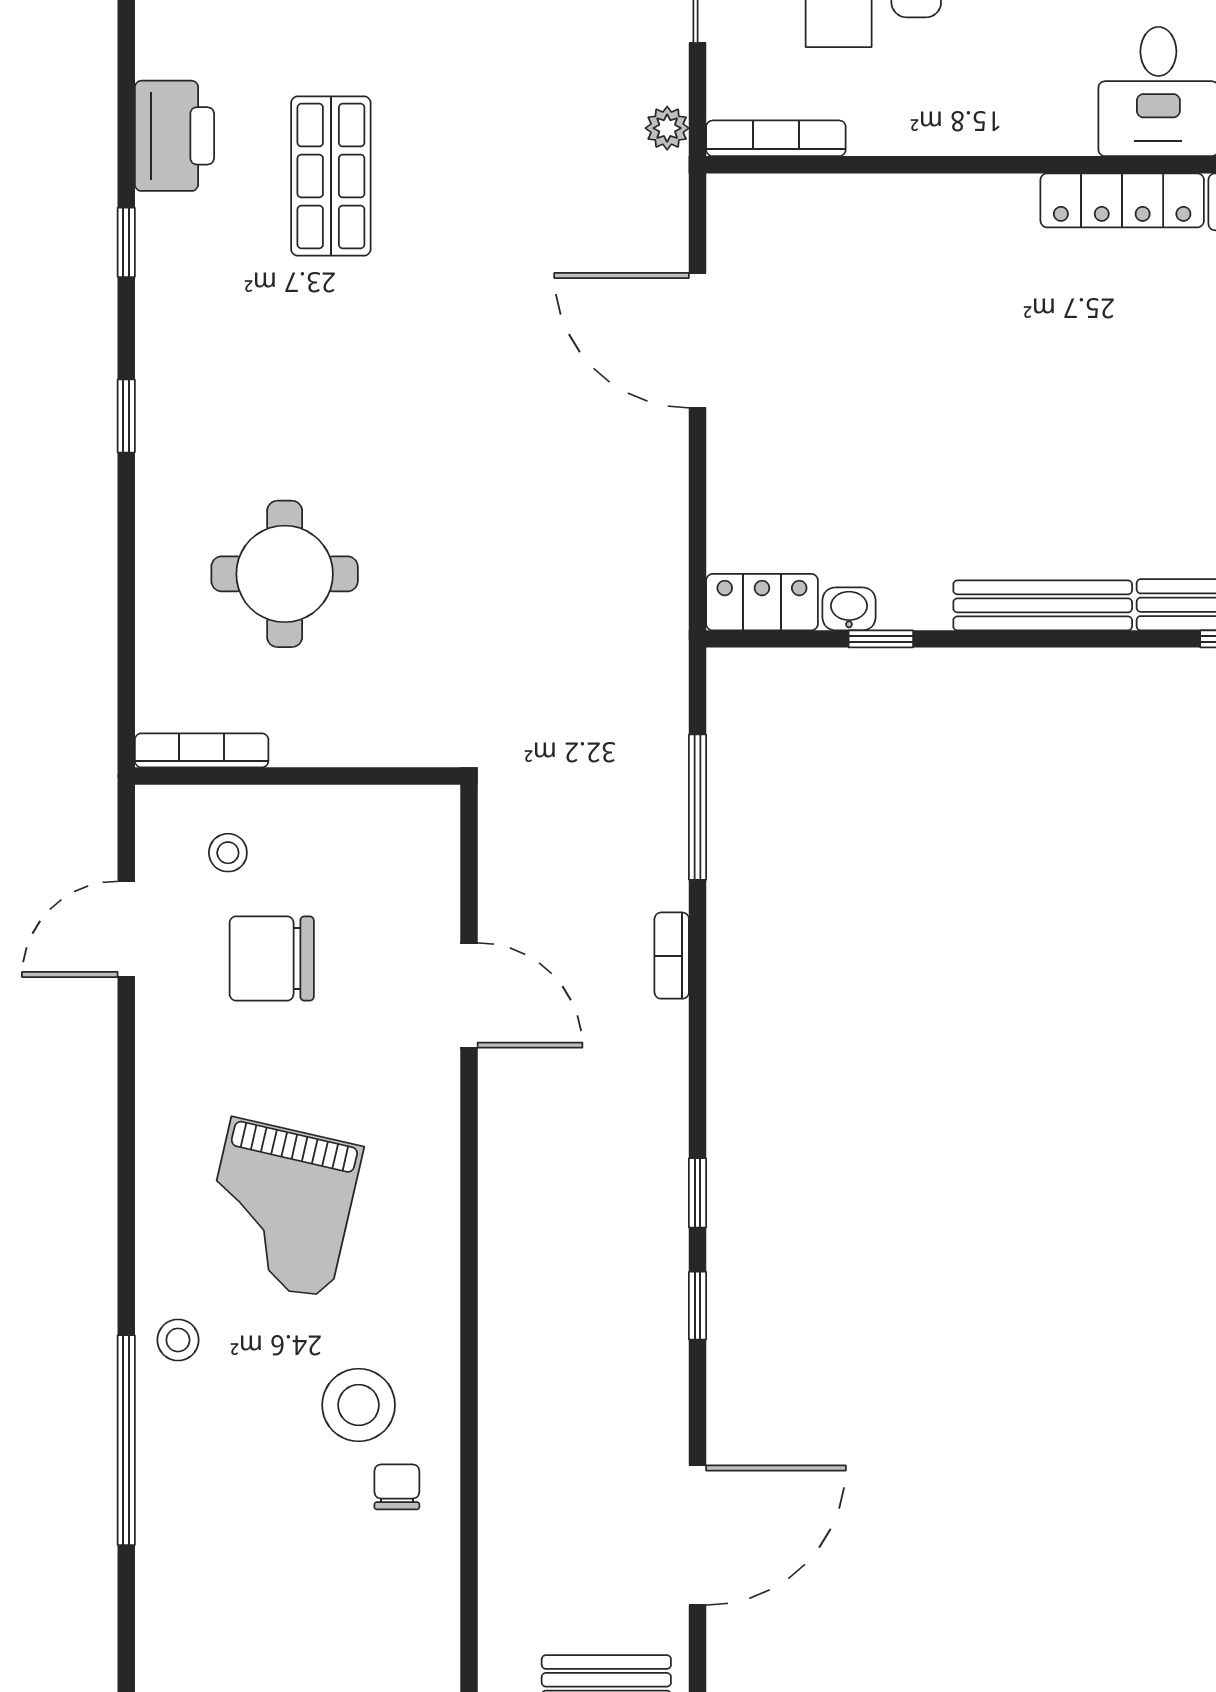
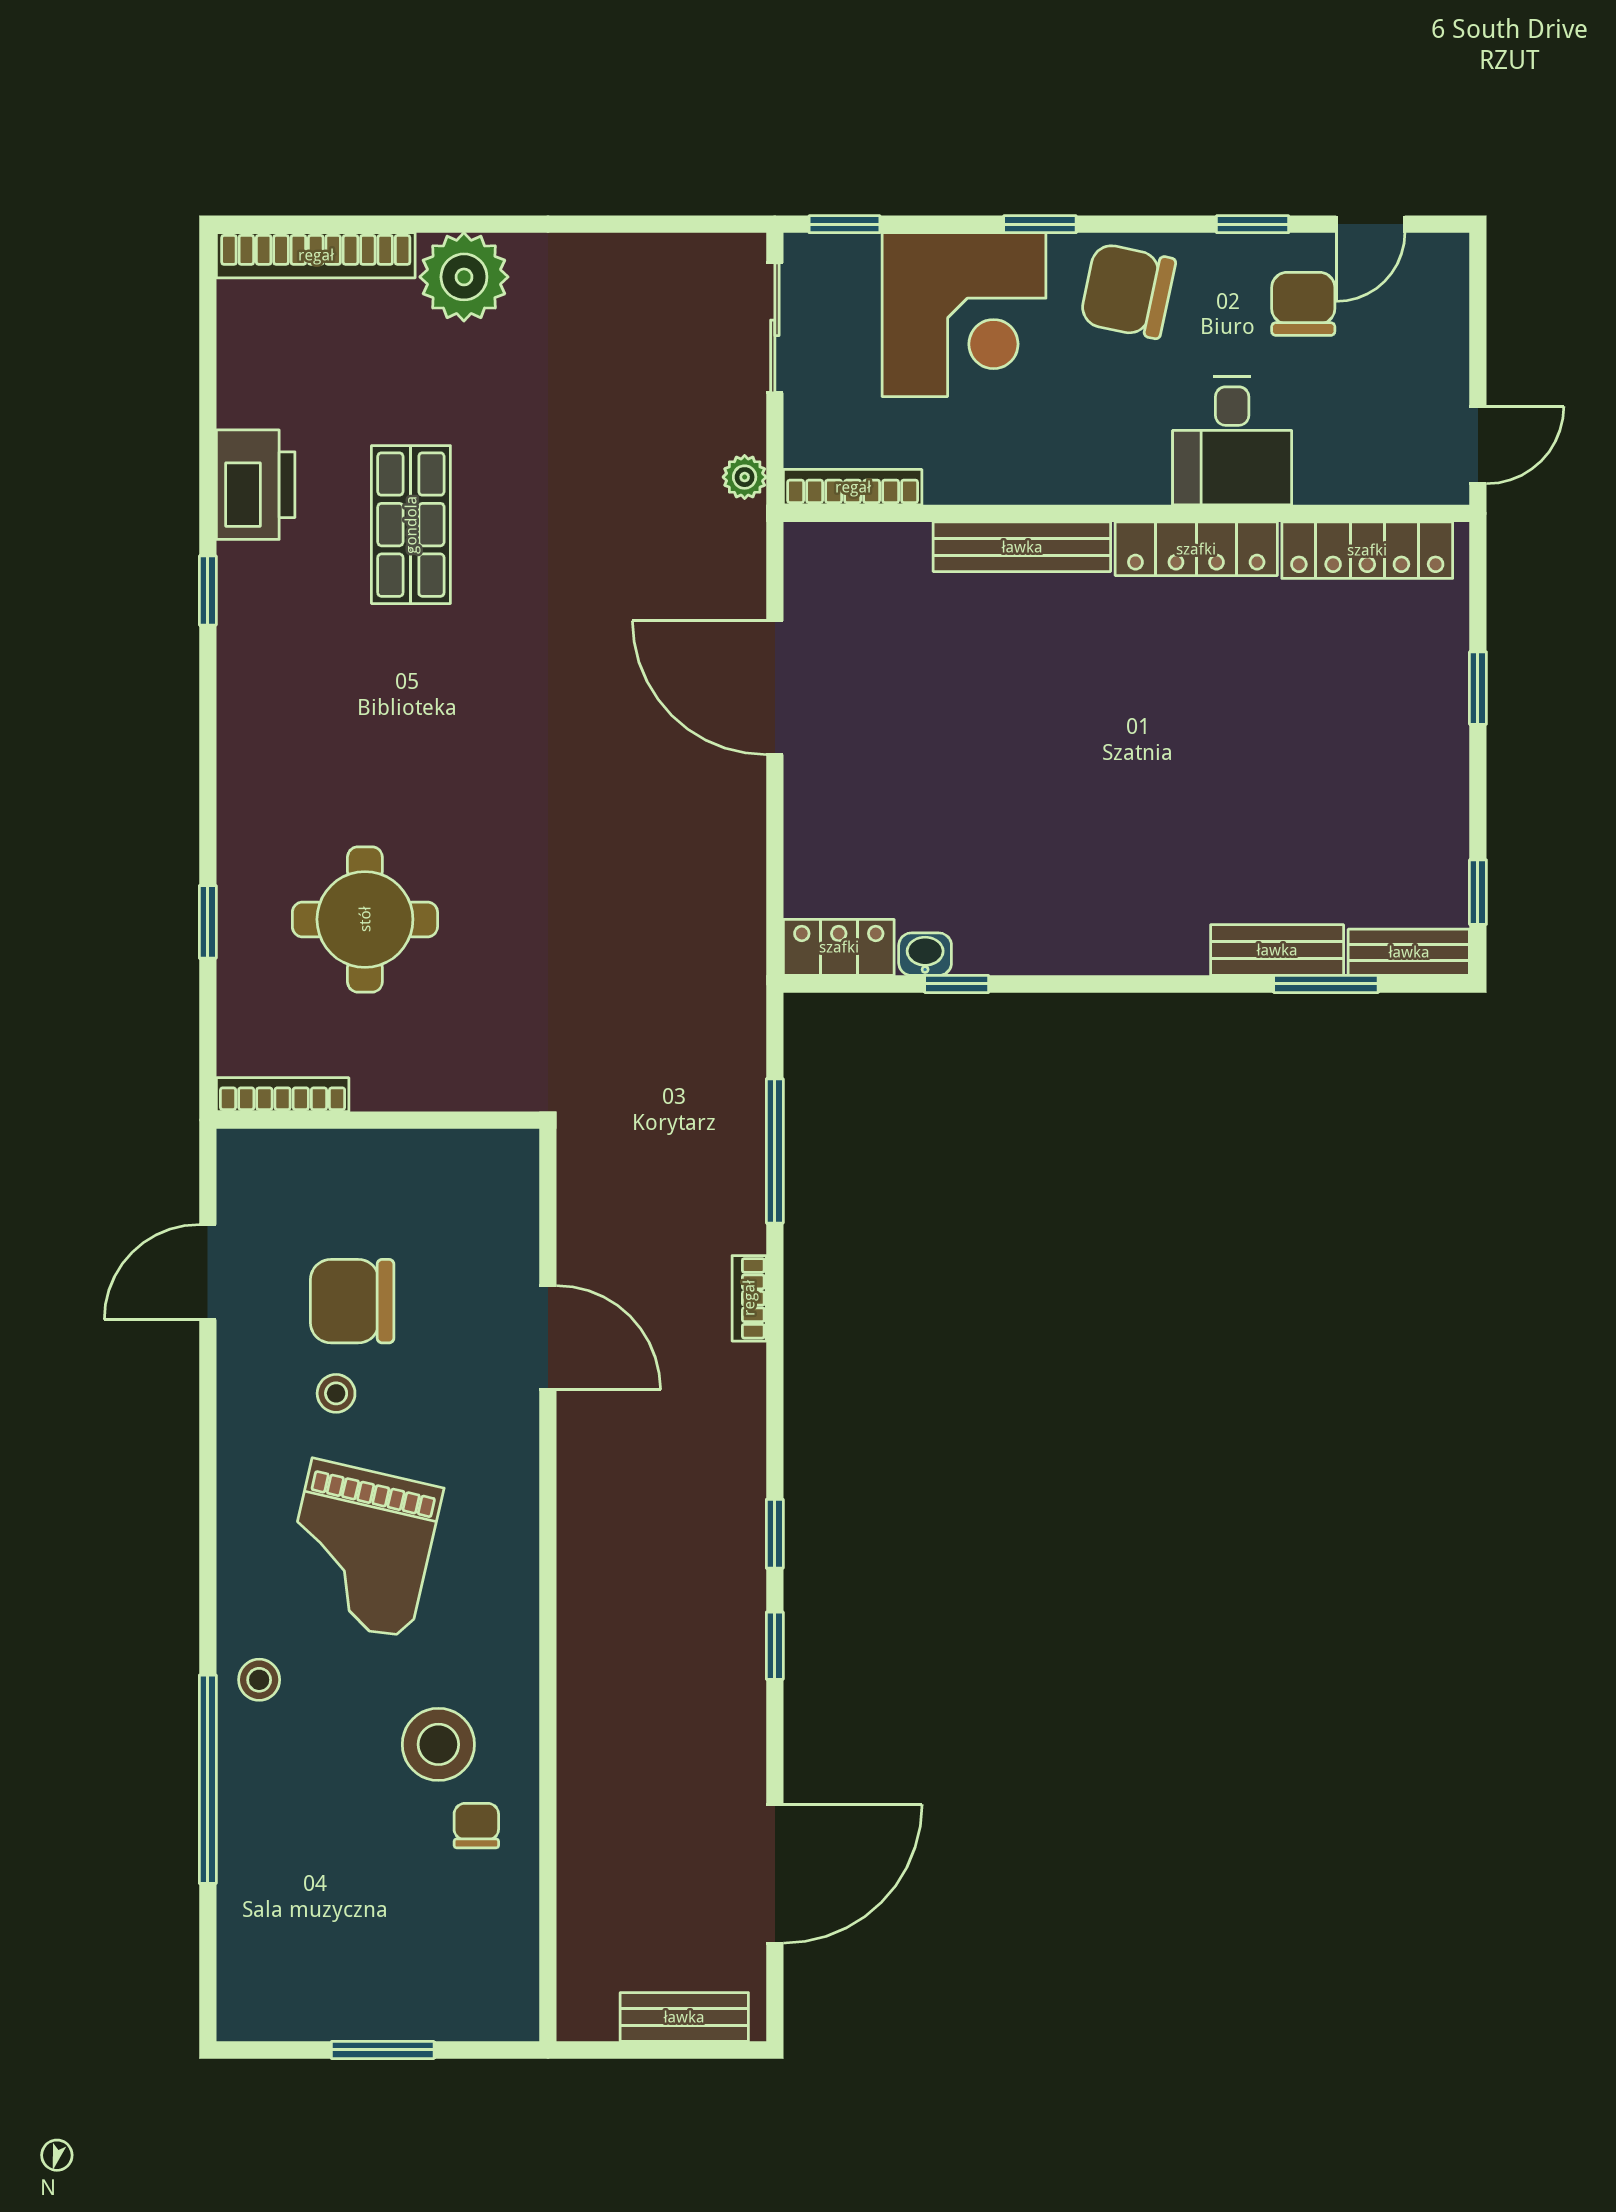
window: (126, 416) -> (208, 922), moved
bench: (1043, 605) -> (1022, 547), moved
stool: (228, 853) -> (336, 1393), moved

